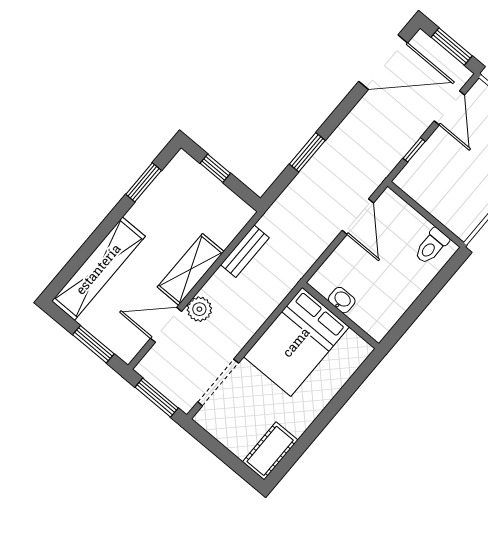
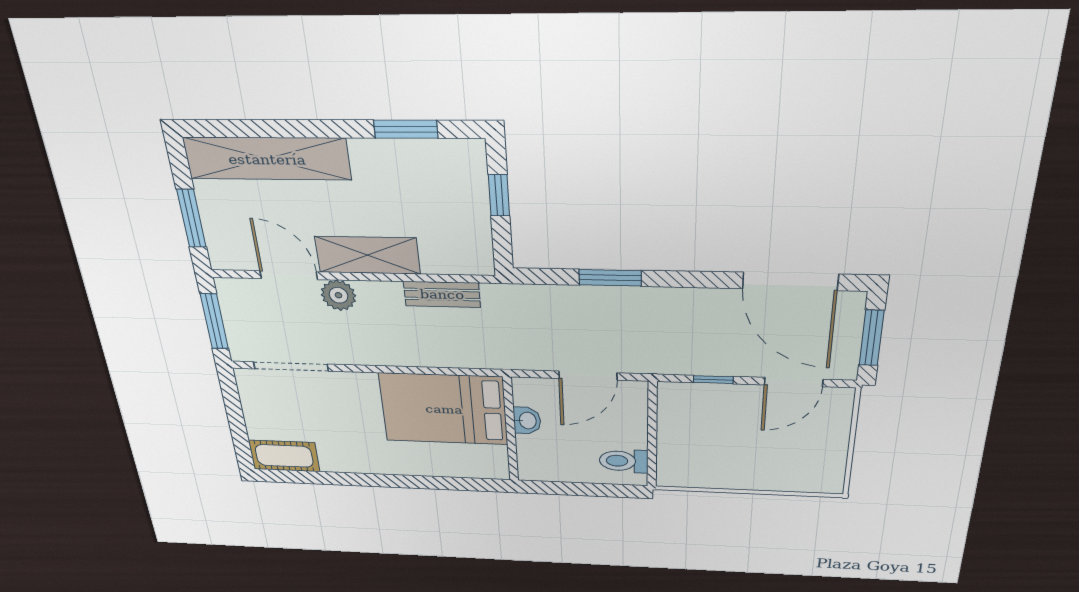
washbasin: (342, 300) -> (527, 421), moved
wall: (341, 316) -> (511, 430), moved
bed: (296, 342) -> (444, 409), moved

